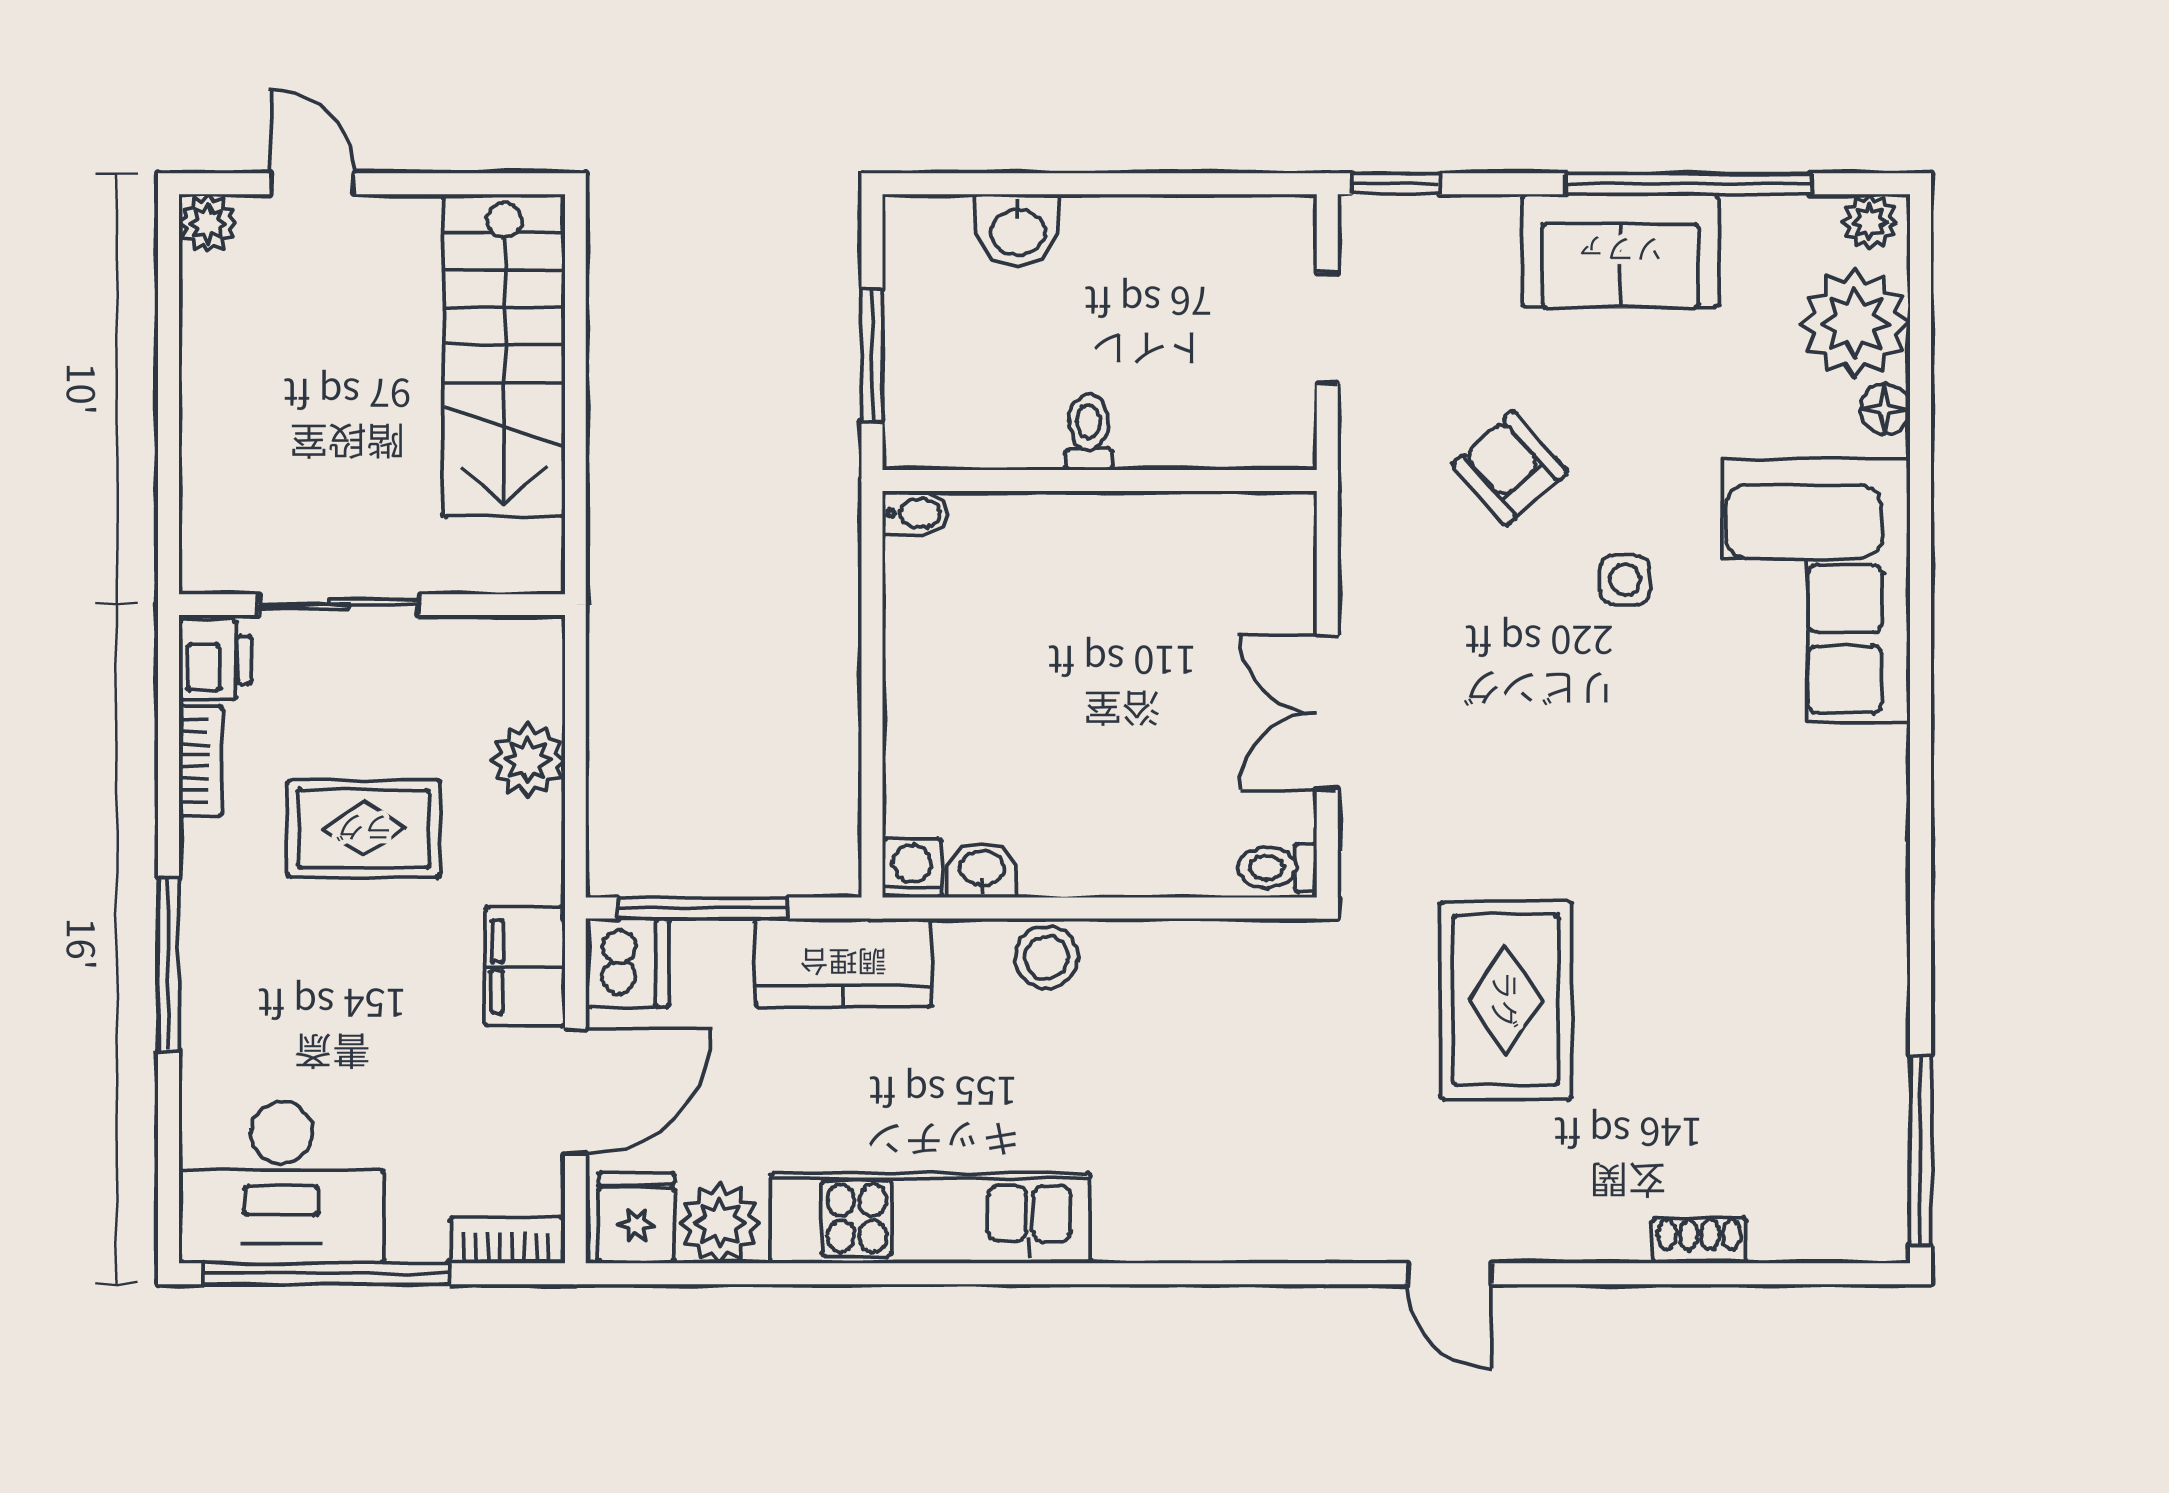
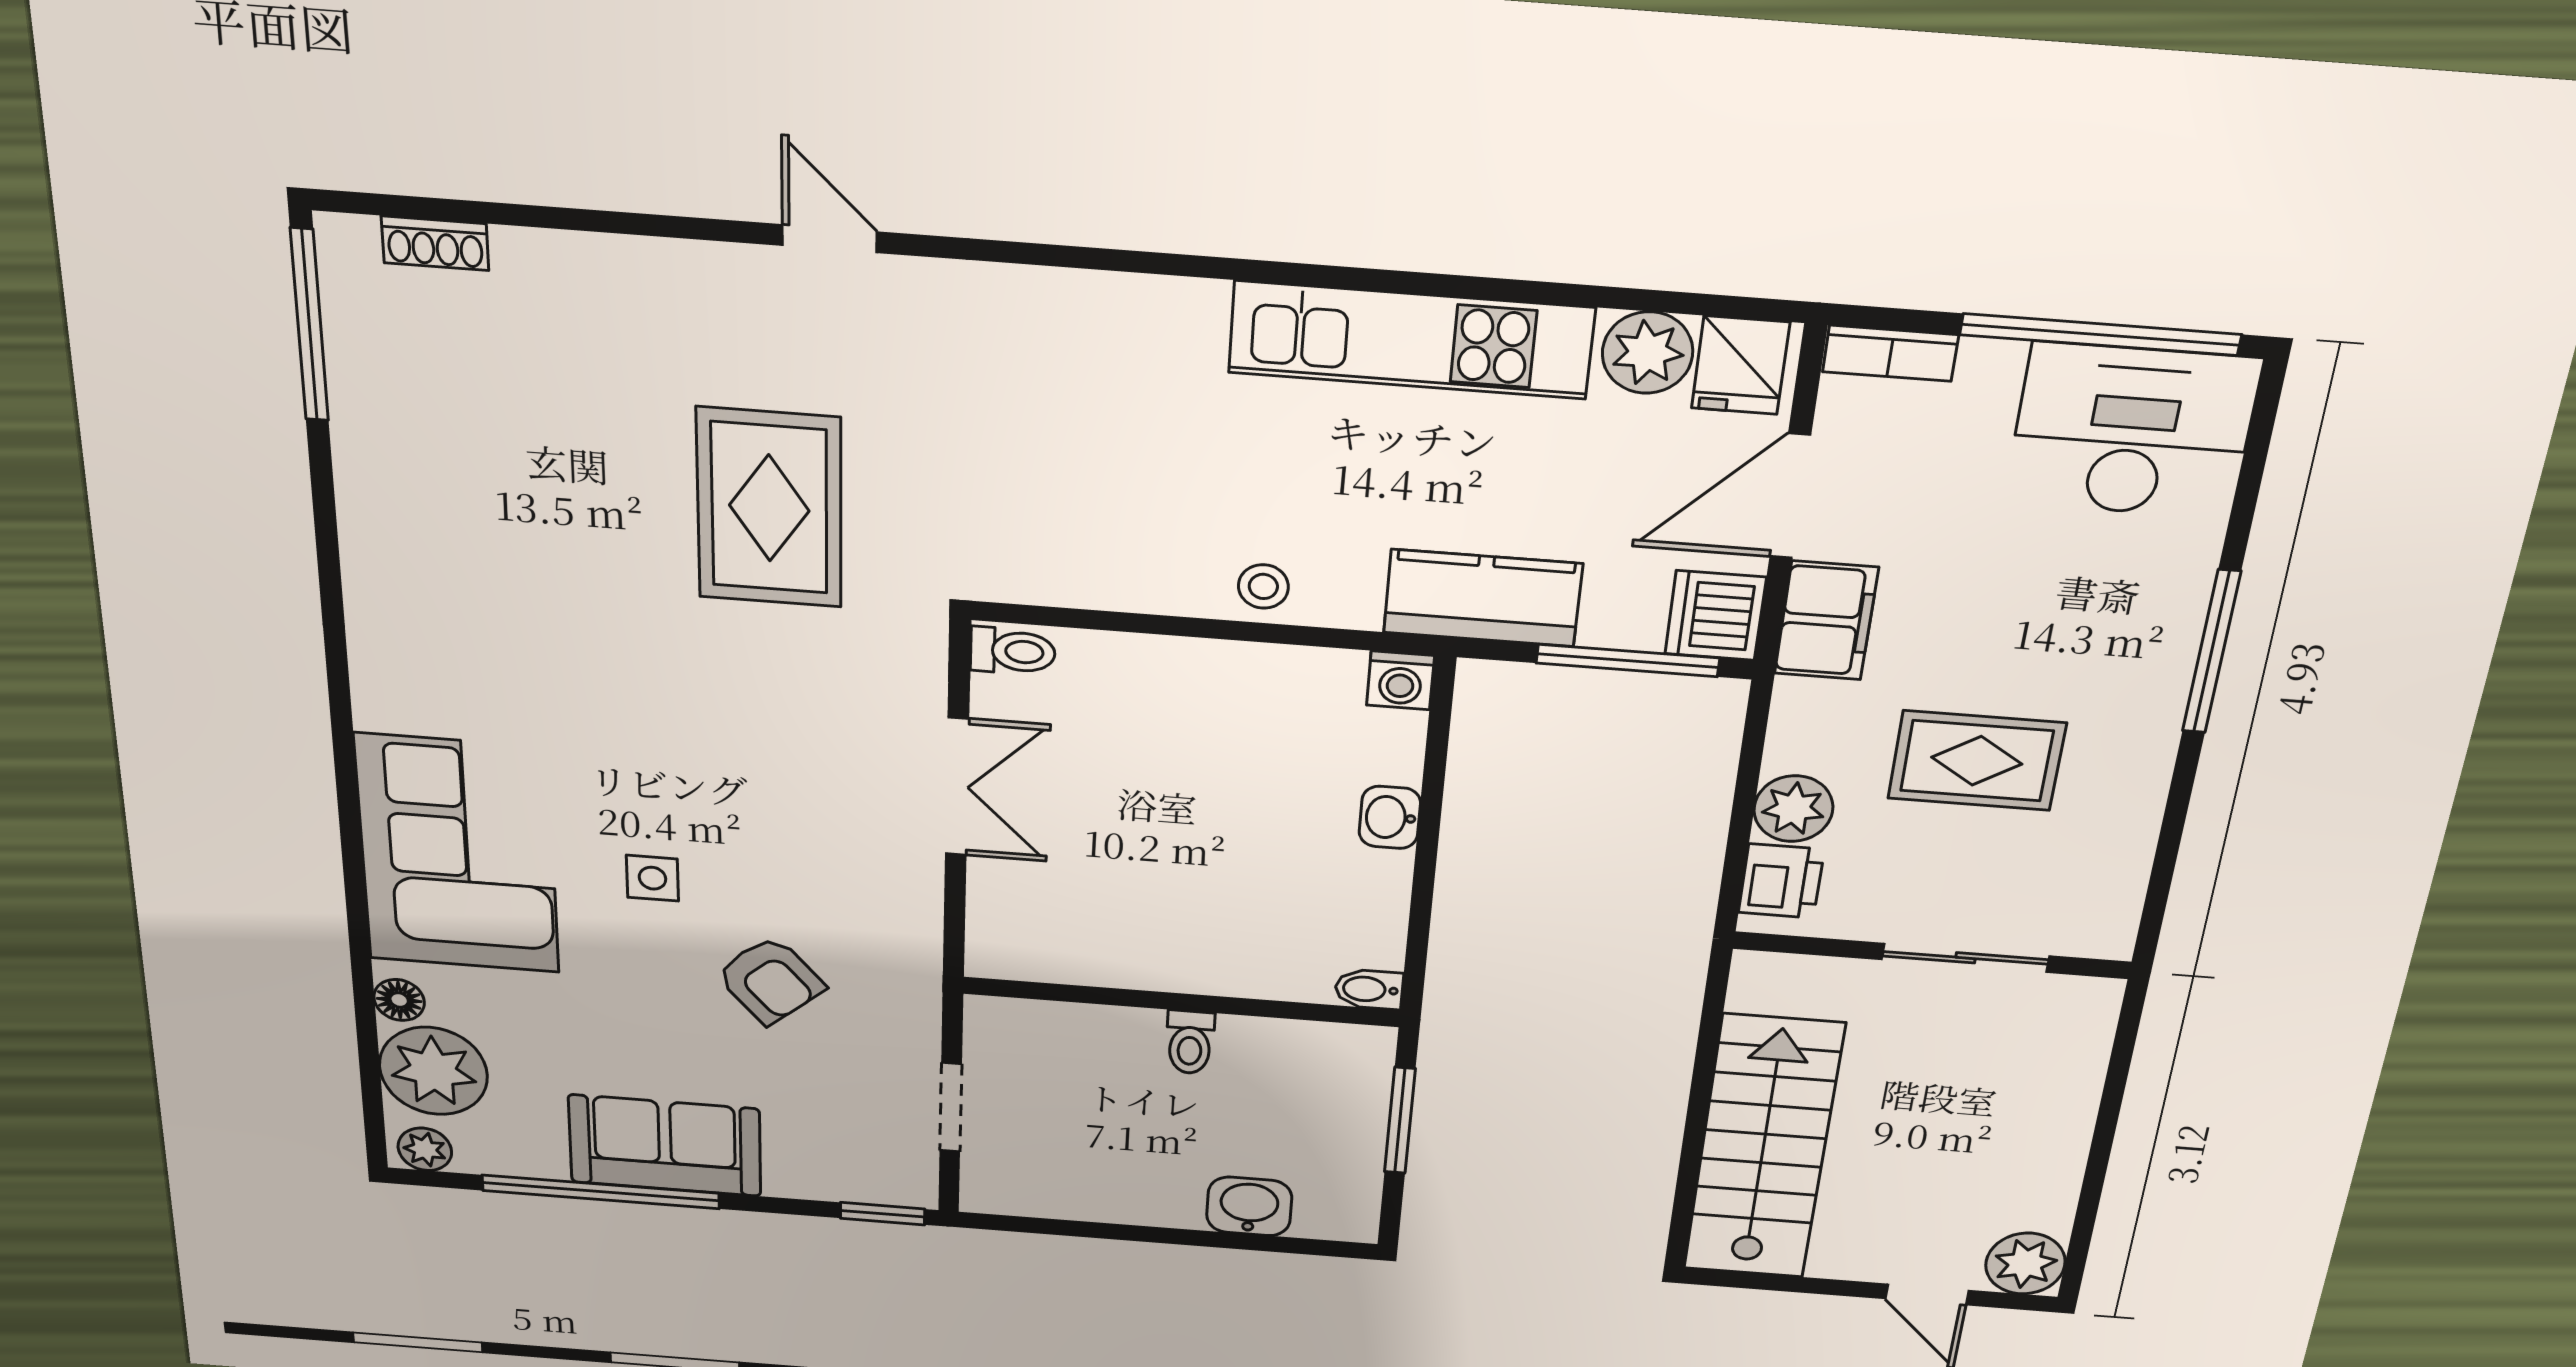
plant: (208, 223) -> (2025, 1264), width x1.38, depth x1.38
printer: (215, 660) -> (1781, 881), moved, turned 180
bookcase: (201, 761) -> (2136, 834), removed
washbasin: (982, 870) -> (1390, 817), moved, turned 90
stool: (1046, 957) -> (1263, 586), width x0.73, depth x0.73
shoe rack: (1699, 1241) -> (435, 243), moved

